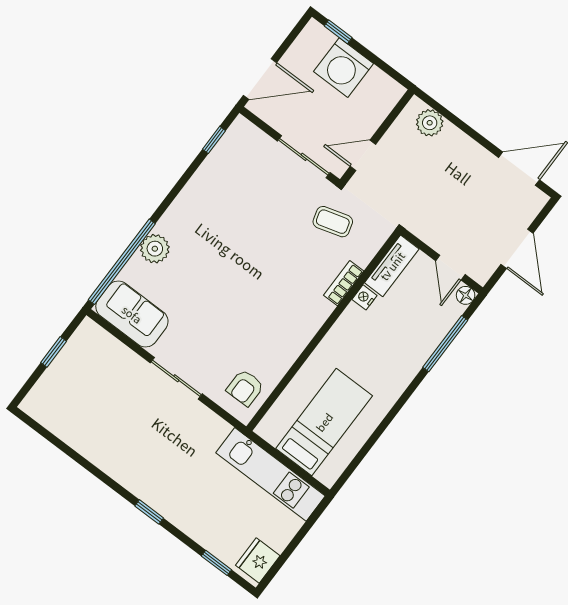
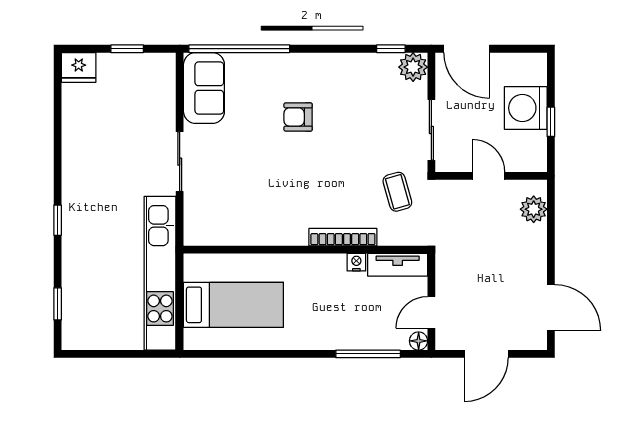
window: (338, 32) -> (551, 122), moved
door: (363, 155) -> (488, 176), moved
plant: (155, 249) -> (413, 67), moved
bookcase: (344, 283) -> (343, 237), width x1.56
armchair: (245, 388) -> (298, 117), moved
kitchen unit: (270, 474) -> (160, 273), width x1.36
fridge: (258, 560) -> (79, 67), moved, turned 180

